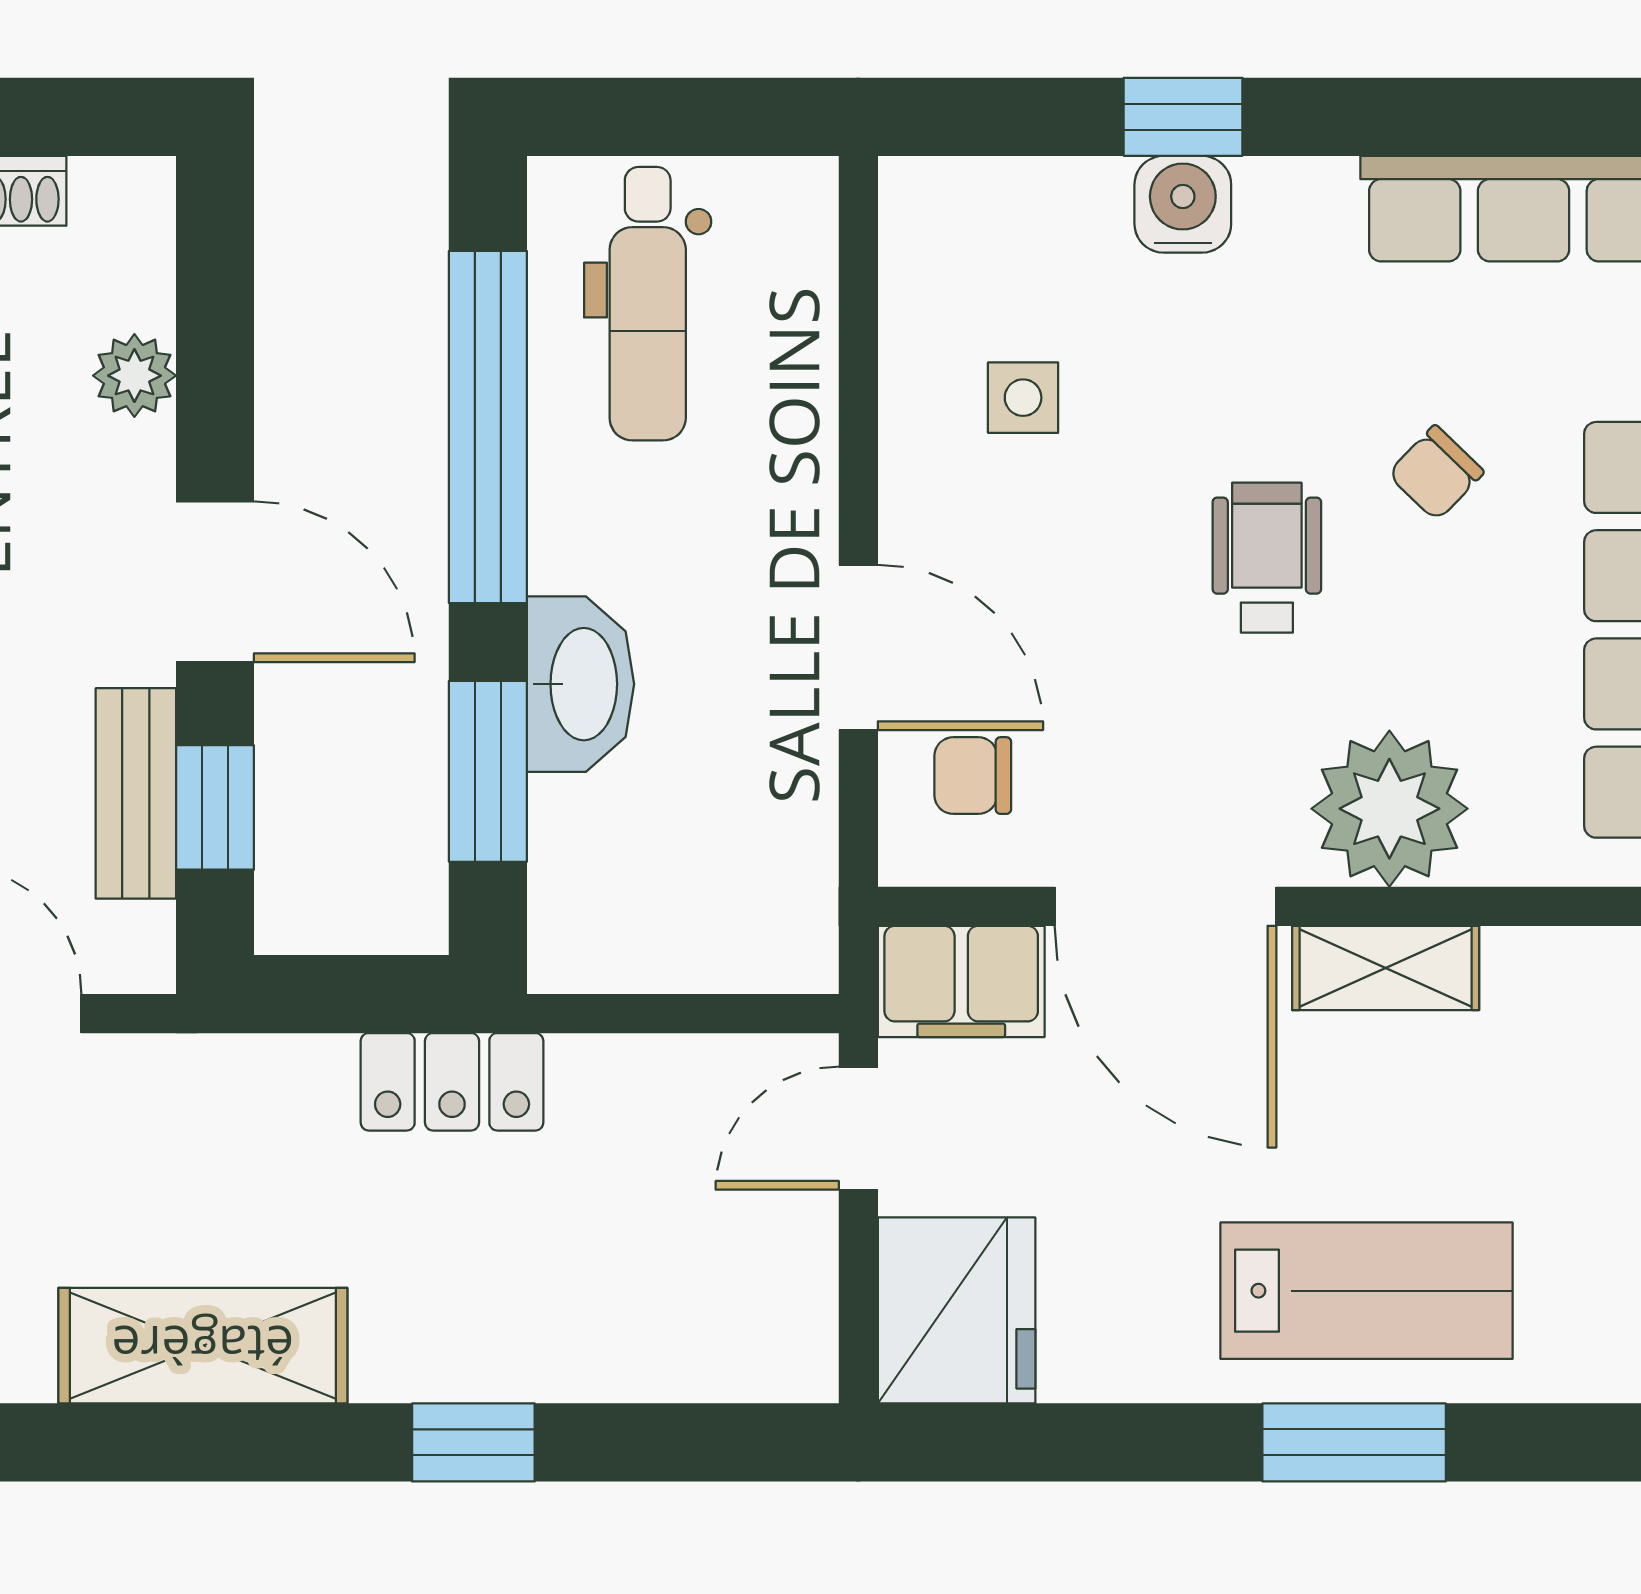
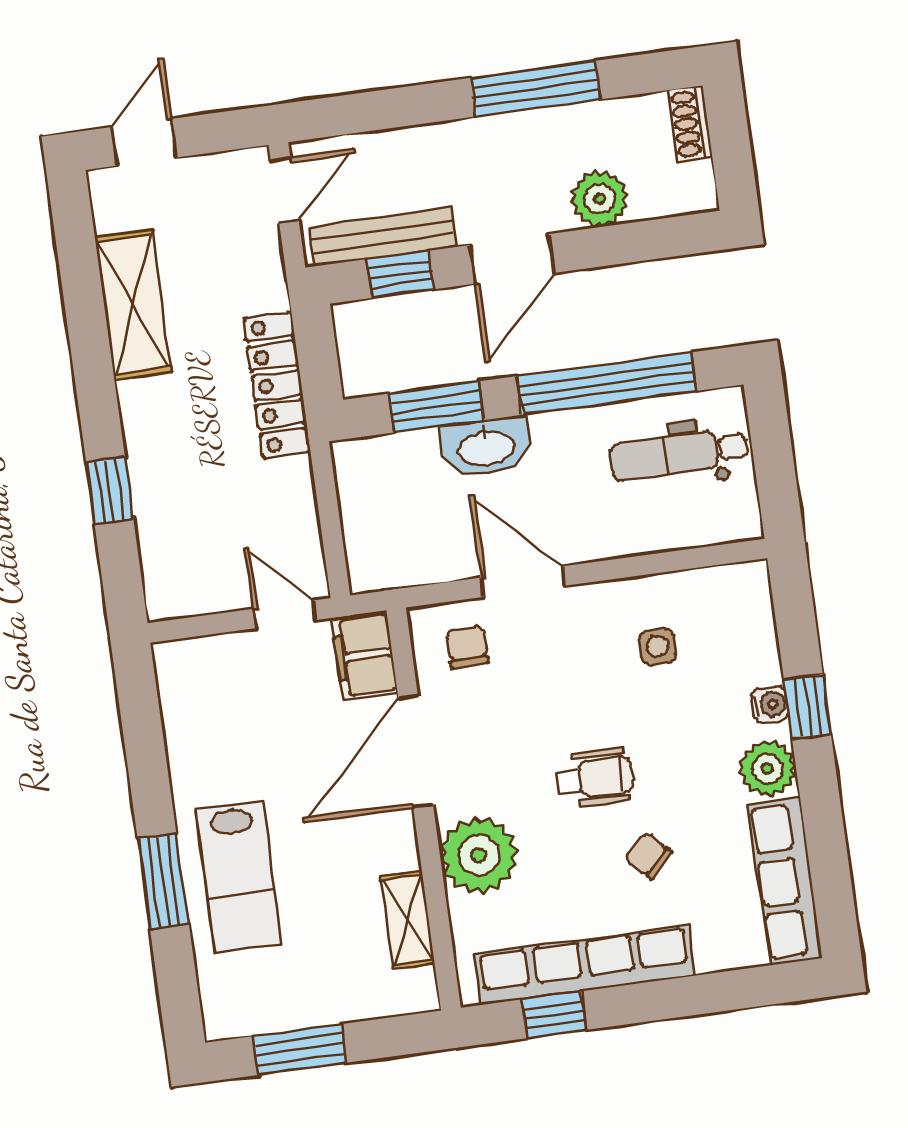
water cooler: (1183, 204) -> (770, 705), width x0.72, depth x0.72
plant: (1296, 213) -> (768, 769), added
plant: (134, 376) -> (600, 199), width x1.38, depth x1.38
door: (858, 647) -> (523, 582), swing flipped
bench: (136, 793) -> (383, 237), width x1.36
shelving: (1386, 968) -> (408, 919), moved
locker: (452, 1082) -> (277, 385), width x1.53
fridge: (957, 1310) -> (202, 675), removed
window: (473, 1442) -> (110, 491), moved

